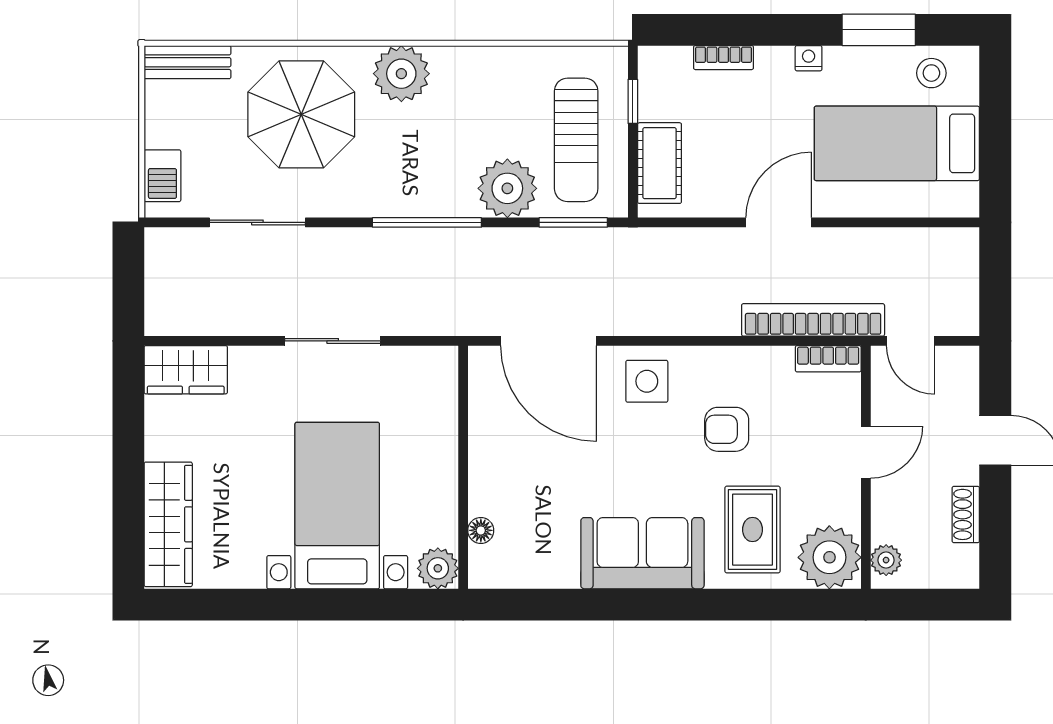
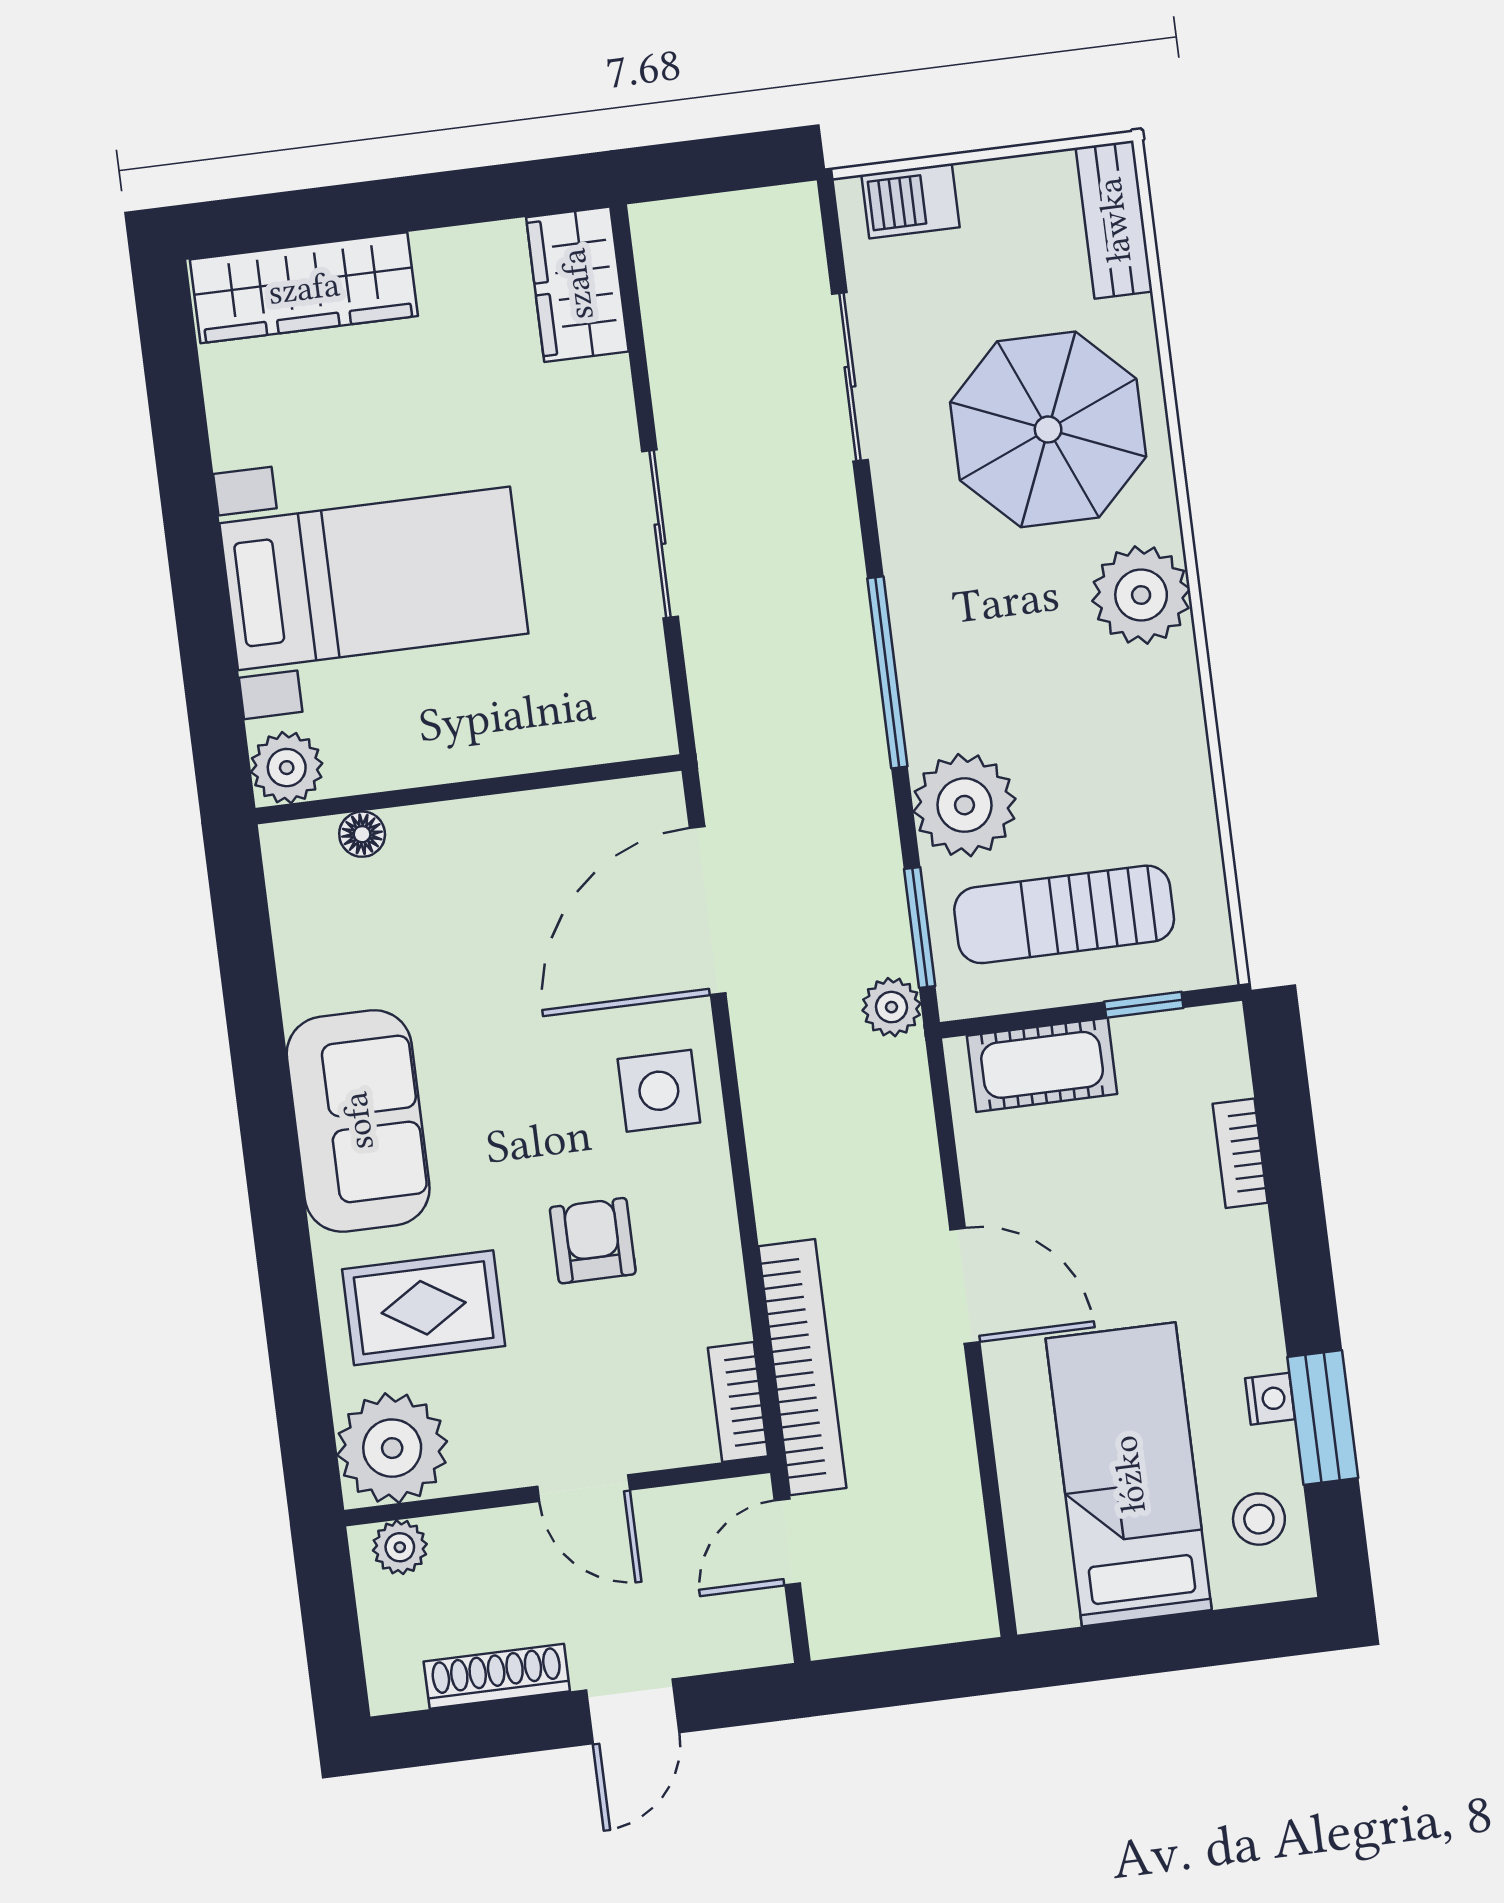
nightstand: (809, 58) -> (1270, 1399), moved
plant: (616, 244) -> (892, 1007), added
shoe rack: (966, 514) -> (497, 1676), width x1.43

